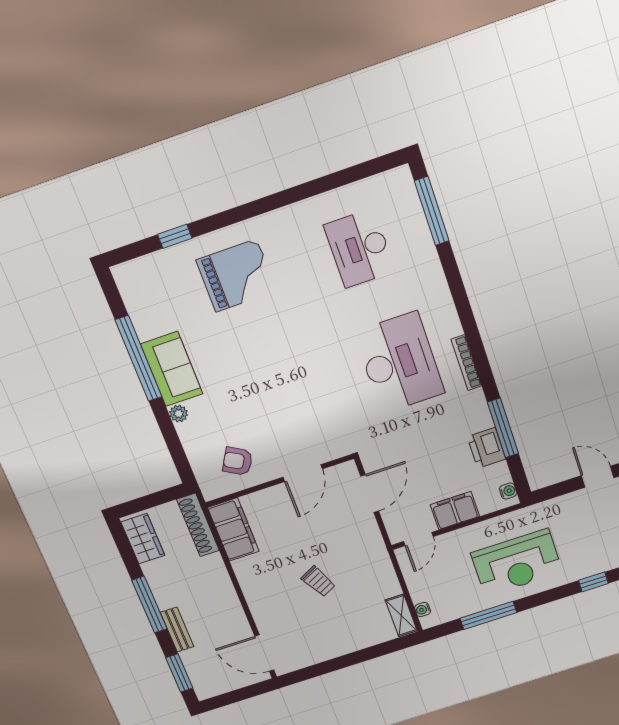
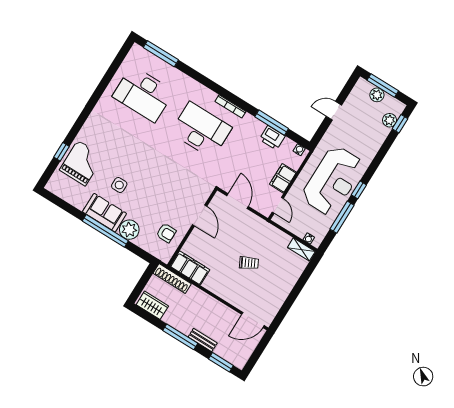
desk: (360, 248) -> (143, 94), width x1.36, depth x1.30
grand piano: (236, 276) -> (82, 163), moved
side table: (223, 348) -> (119, 185), added
window: (139, 359) -> (105, 231), moved
plant: (179, 414) -> (129, 230), width x1.87, depth x1.87
armchair: (238, 461) -> (166, 233), turned -120
reception desk: (517, 563) -> (333, 181), width x1.36, depth x1.30
window: (593, 582) -> (359, 190), moved

